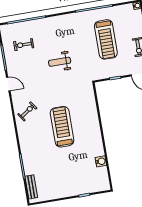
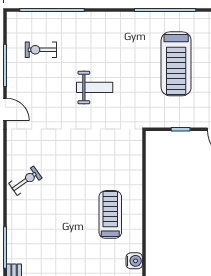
weight bench: (60, 62) -> (95, 87), turned 180
exercise bike: (27, 111) -> (25, 181), moved
treadmill: (62, 127) -> (110, 214), moved, width x0.73, depth x0.73

